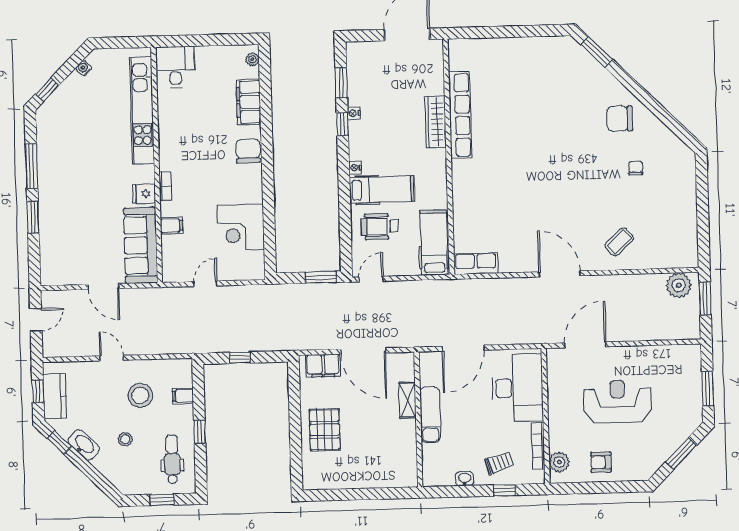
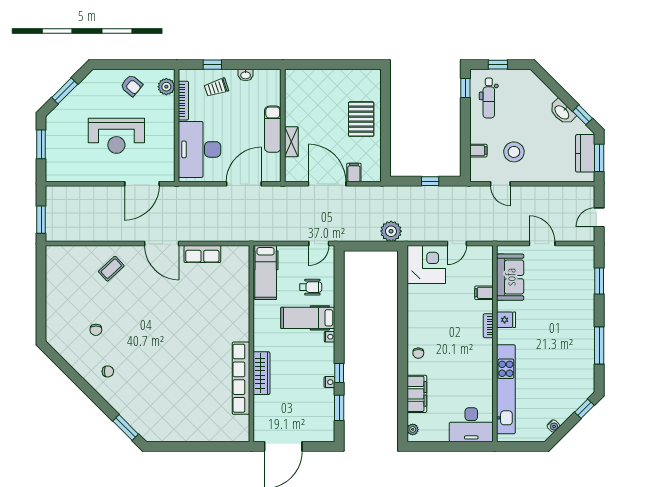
desk: (175, 67) -> (471, 425), width x1.37
chair: (620, 119) -> (108, 371), width x0.54, depth x0.54
chair: (248, 151) -> (418, 353), width x0.54, depth x0.54
window: (33, 217) -> (599, 281), moved
corner desk: (241, 227) -> (426, 264), moved
wheelchair: (380, 227) -> (311, 287), width x0.73, depth x0.73
sofa: (141, 245) -> (510, 277), width x0.73
row of seats: (476, 264) -> (202, 254), moved
window: (321, 277) -> (361, 246), removed
plant: (679, 285) -> (391, 231), moved
door: (112, 358) -> (500, 184), moved
filing cabinet: (323, 366) -> (354, 173), width x0.50
window: (38, 391) -> (599, 158), width x1.50
window: (200, 432) -> (465, 88), moved
stool: (125, 439) -> (527, 116), removed
armchair: (601, 462) -> (132, 86), turned 40

